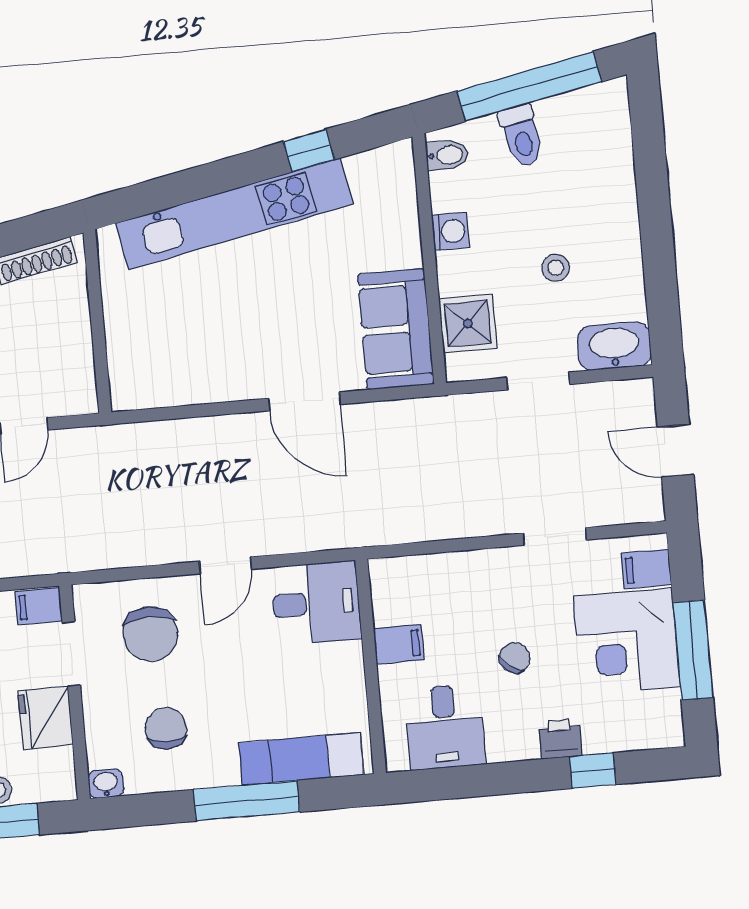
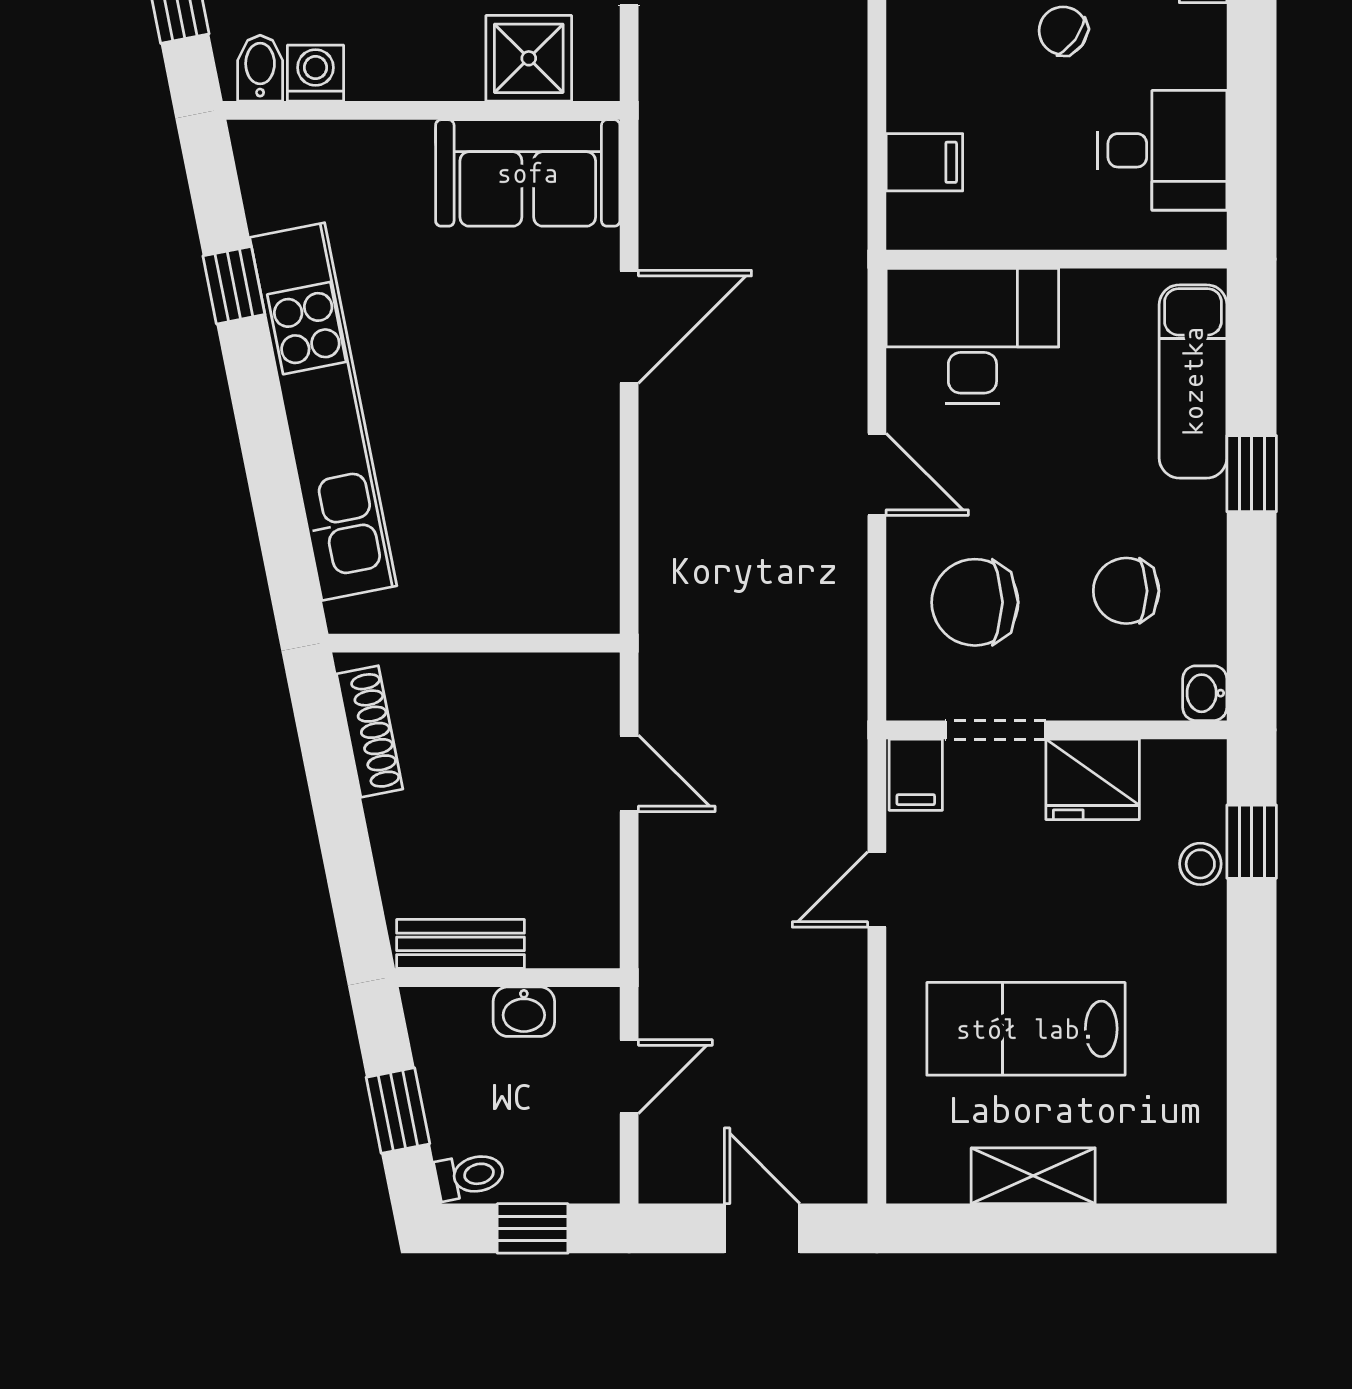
washing machine: (450, 231) -> (315, 73), moved
desk: (316, 603) -> (972, 336), width x1.37
chair: (150, 634) -> (975, 602), turned 180
filing cabinet: (399, 644) -> (924, 162), moved, turned 90
window: (246, 801) -> (1252, 474), width x0.46

